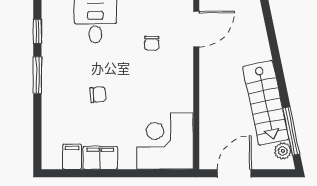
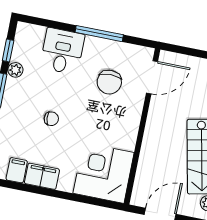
chair: (152, 43) -> (109, 82), width x1.87, depth x1.87
plant: (49, 50) -> (15, 70), added

